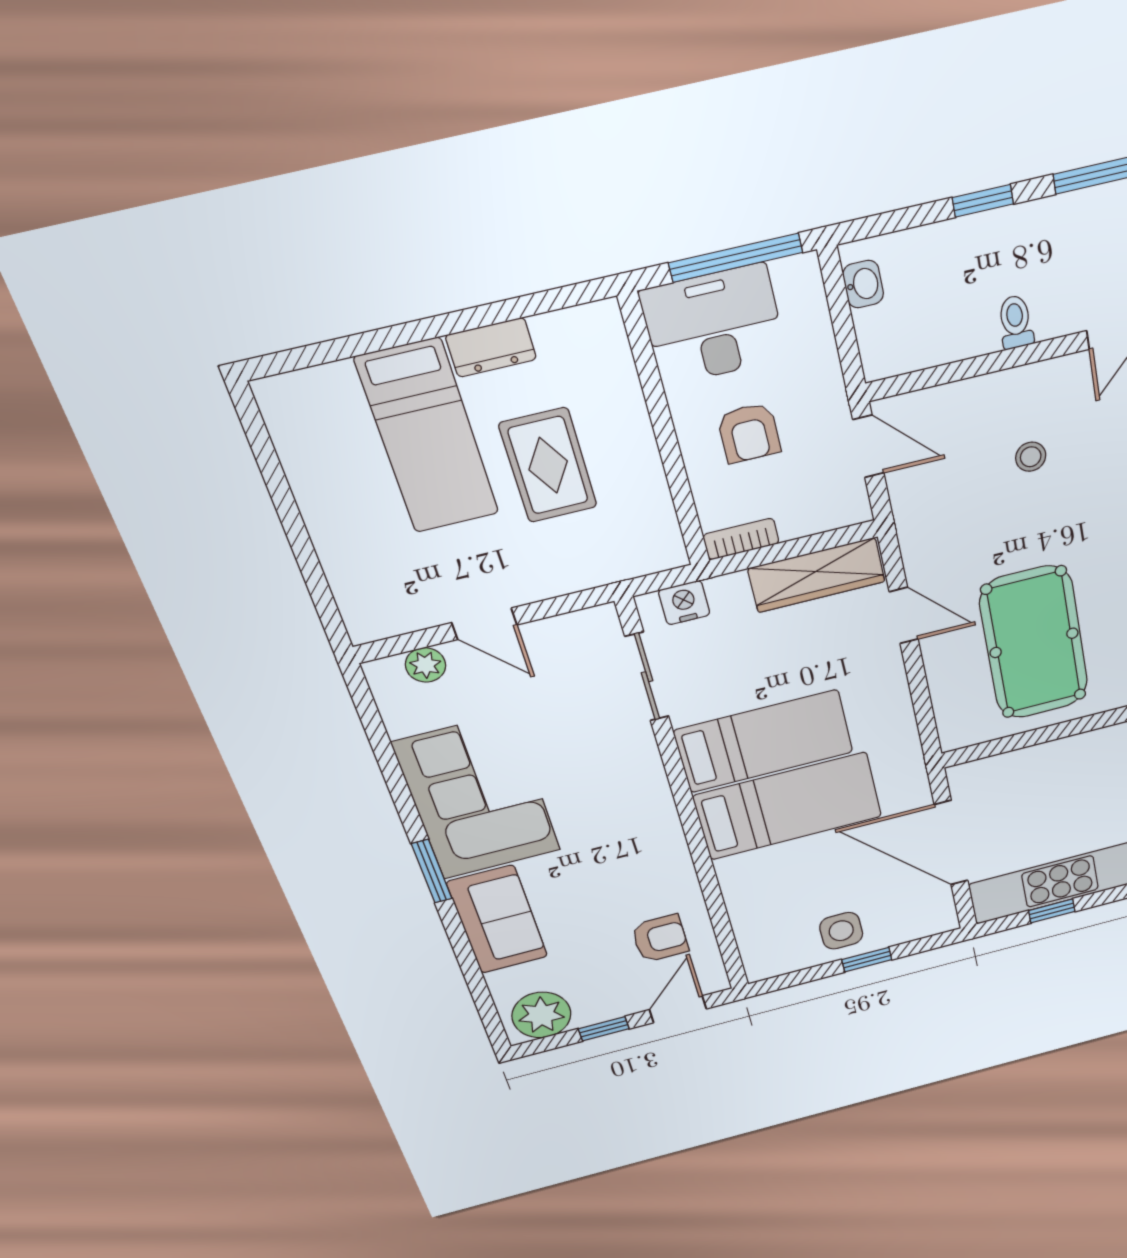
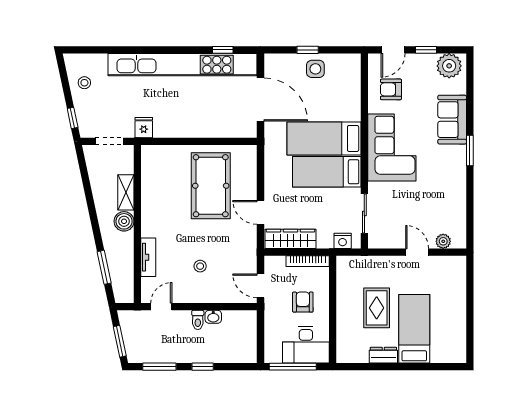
washbasin: (863, 284) -> (213, 317), moved, turned -90
bookcase: (741, 539) -> (308, 261), width x1.56
corner sofa: (477, 797) -> (392, 148), moved, turned 180

